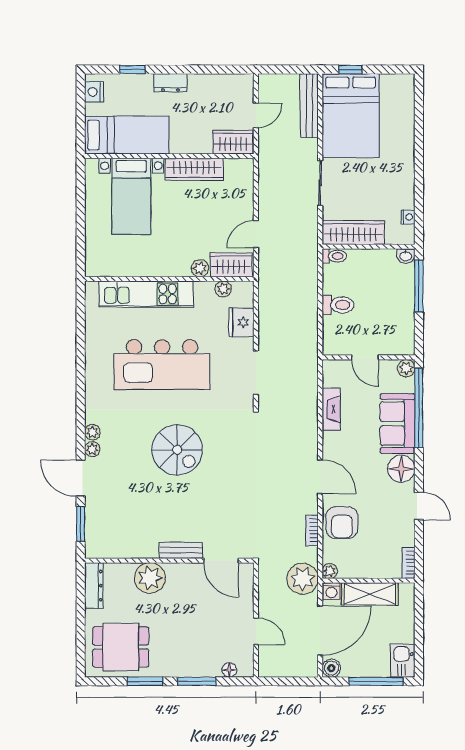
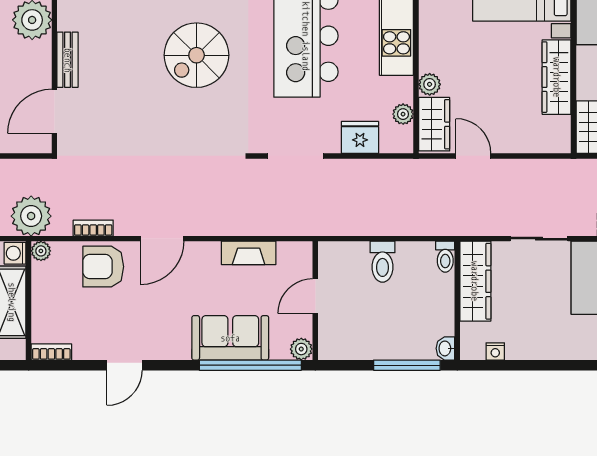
floor lamp: (401, 469) -> (172, 343), removed

